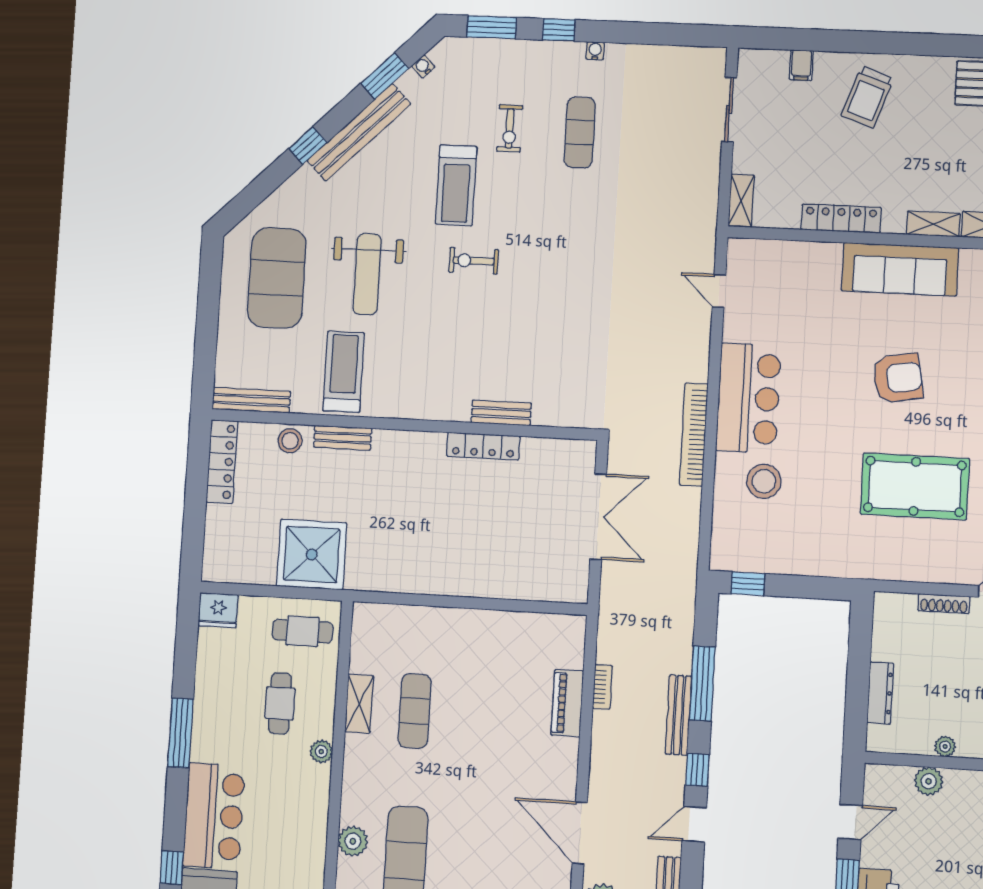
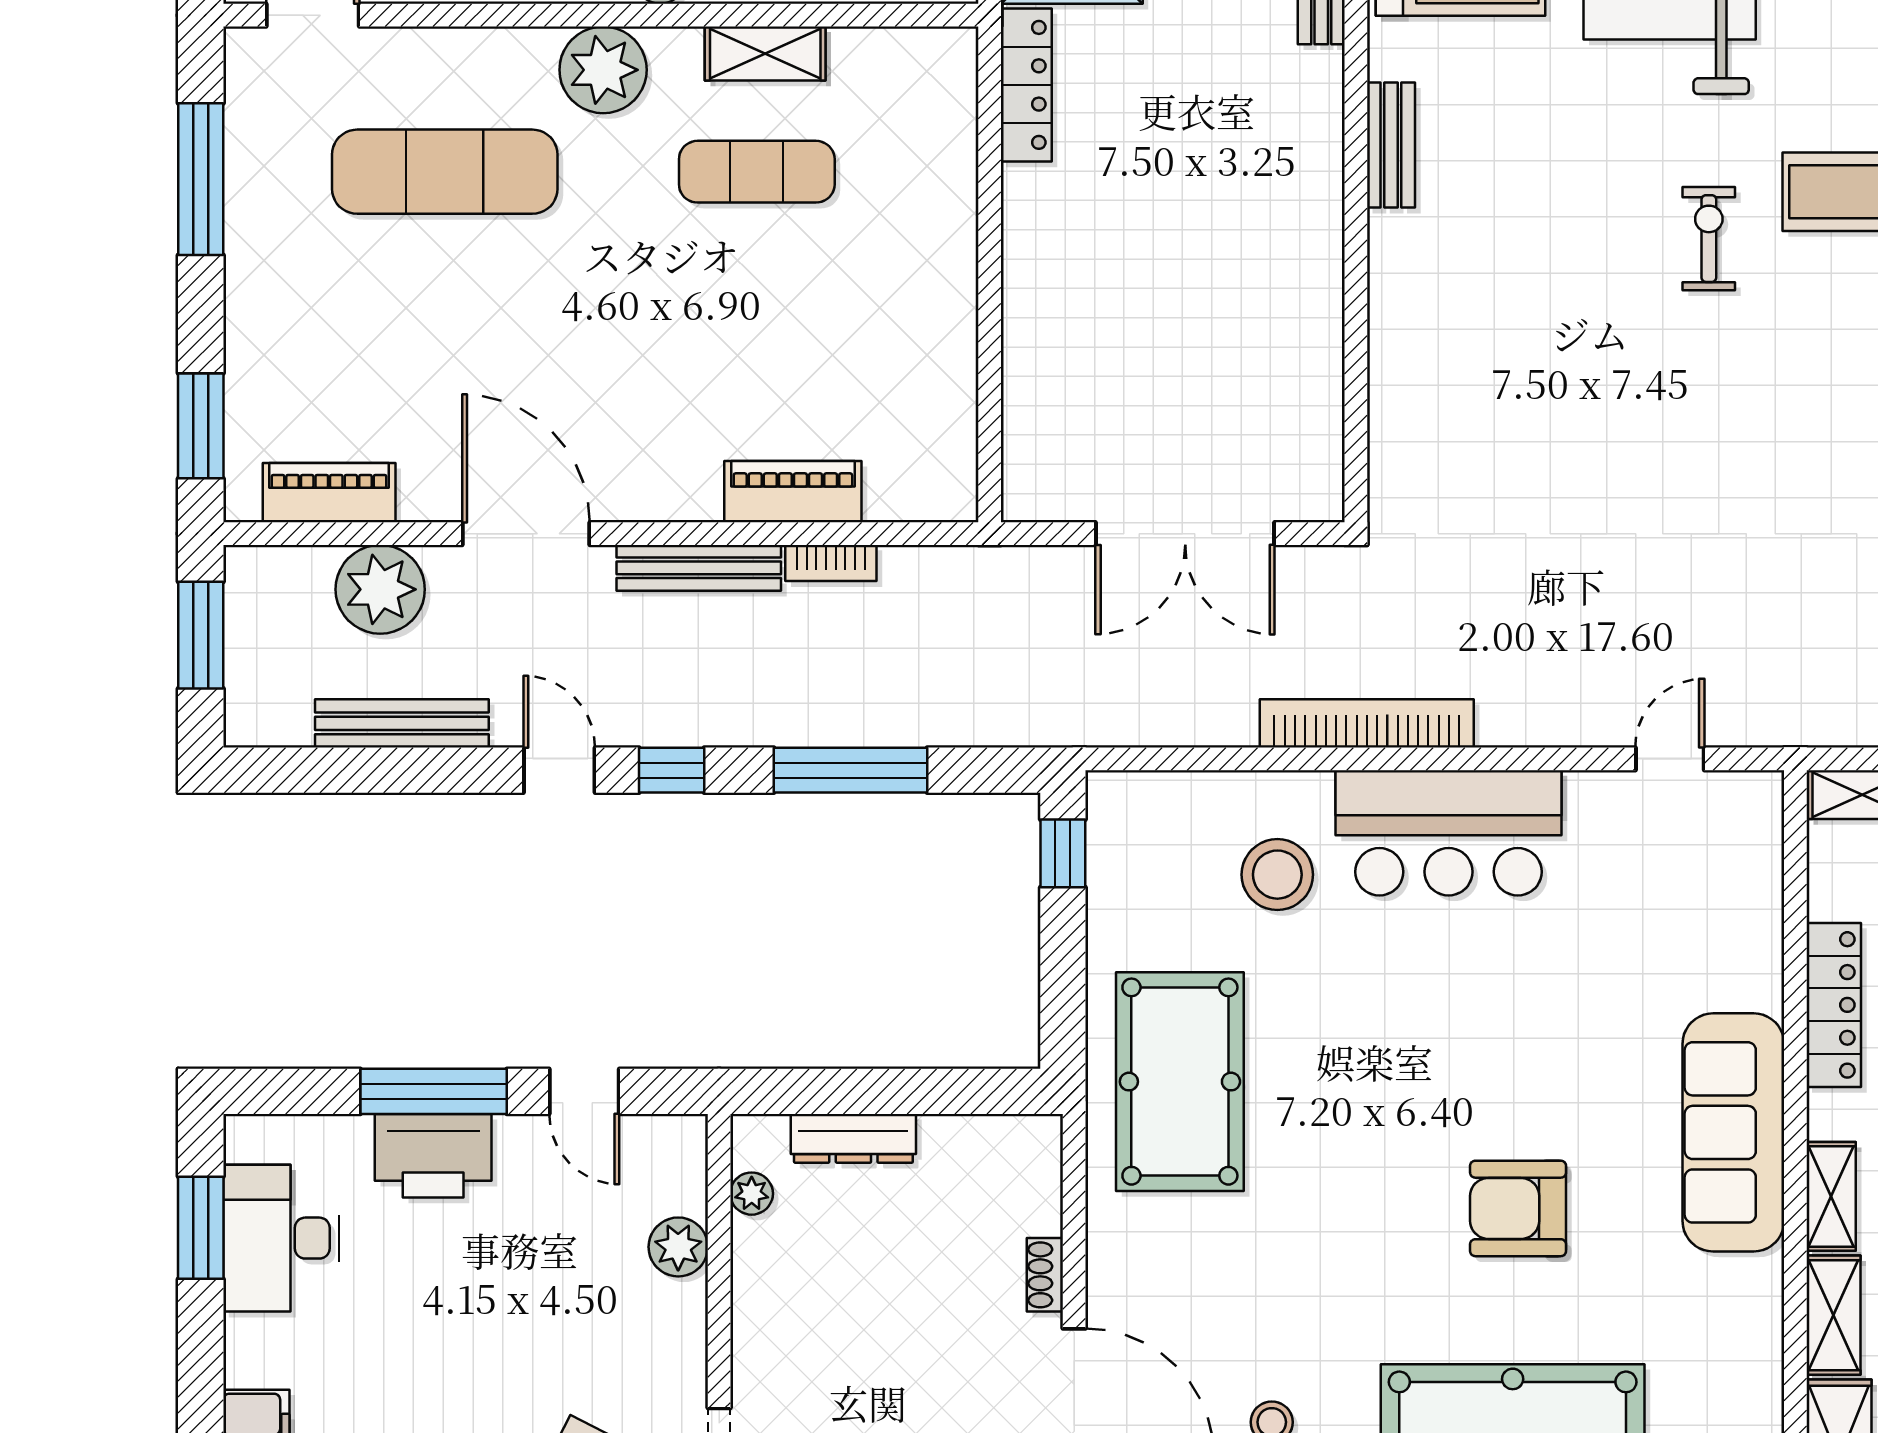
armchair: (898, 378) -> (1518, 1208), moved, turned 100
bench: (501, 413) -> (1391, 145), moved
locker: (483, 446) -> (1026, 85), moved, turned 180
pool table: (915, 486) -> (1180, 1082), moved
shoe rack: (944, 604) -> (1045, 1275), width x0.70
bench: (678, 715) -> (699, 568), moved
plant: (945, 746) -> (752, 1194), moved
door: (580, 833) -> (526, 534), hinge flipped
plant: (353, 841) -> (603, 70), moved, width x1.36, depth x1.36

